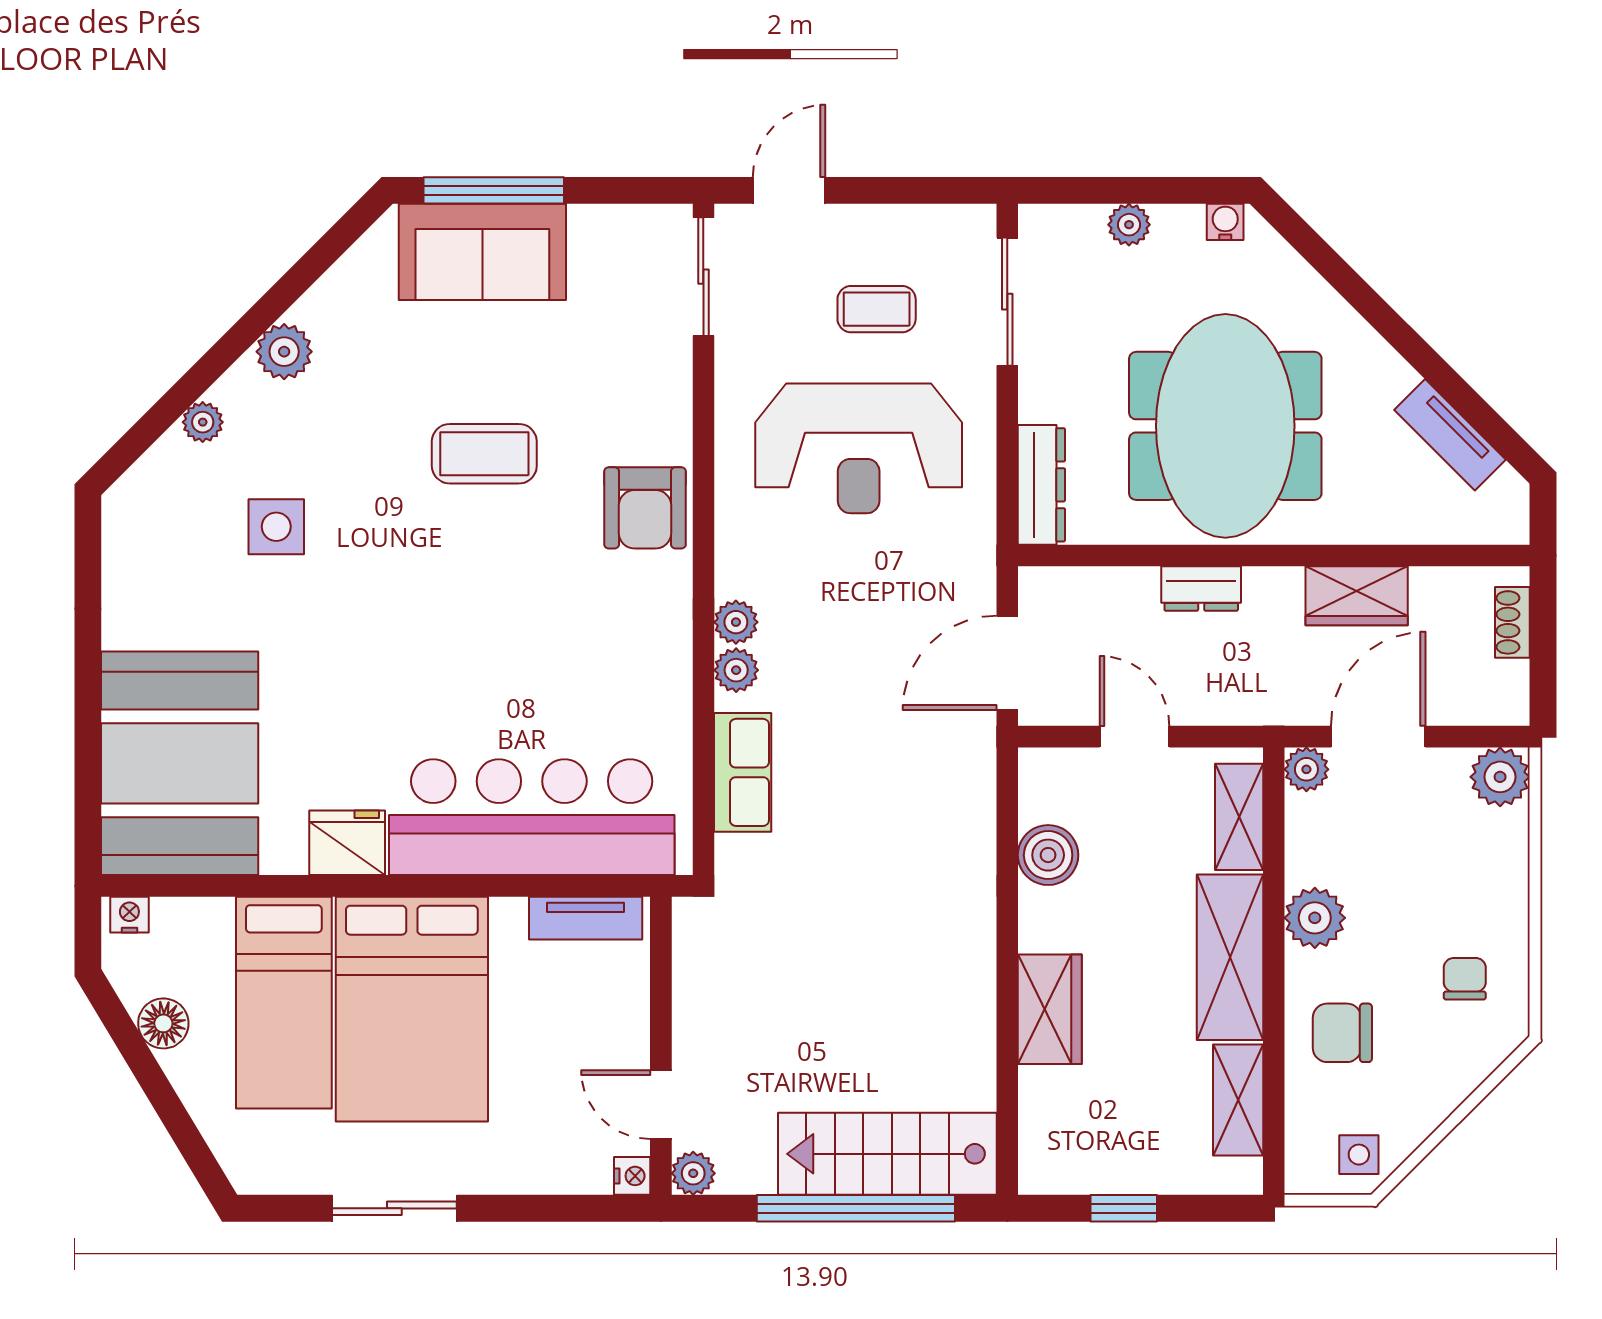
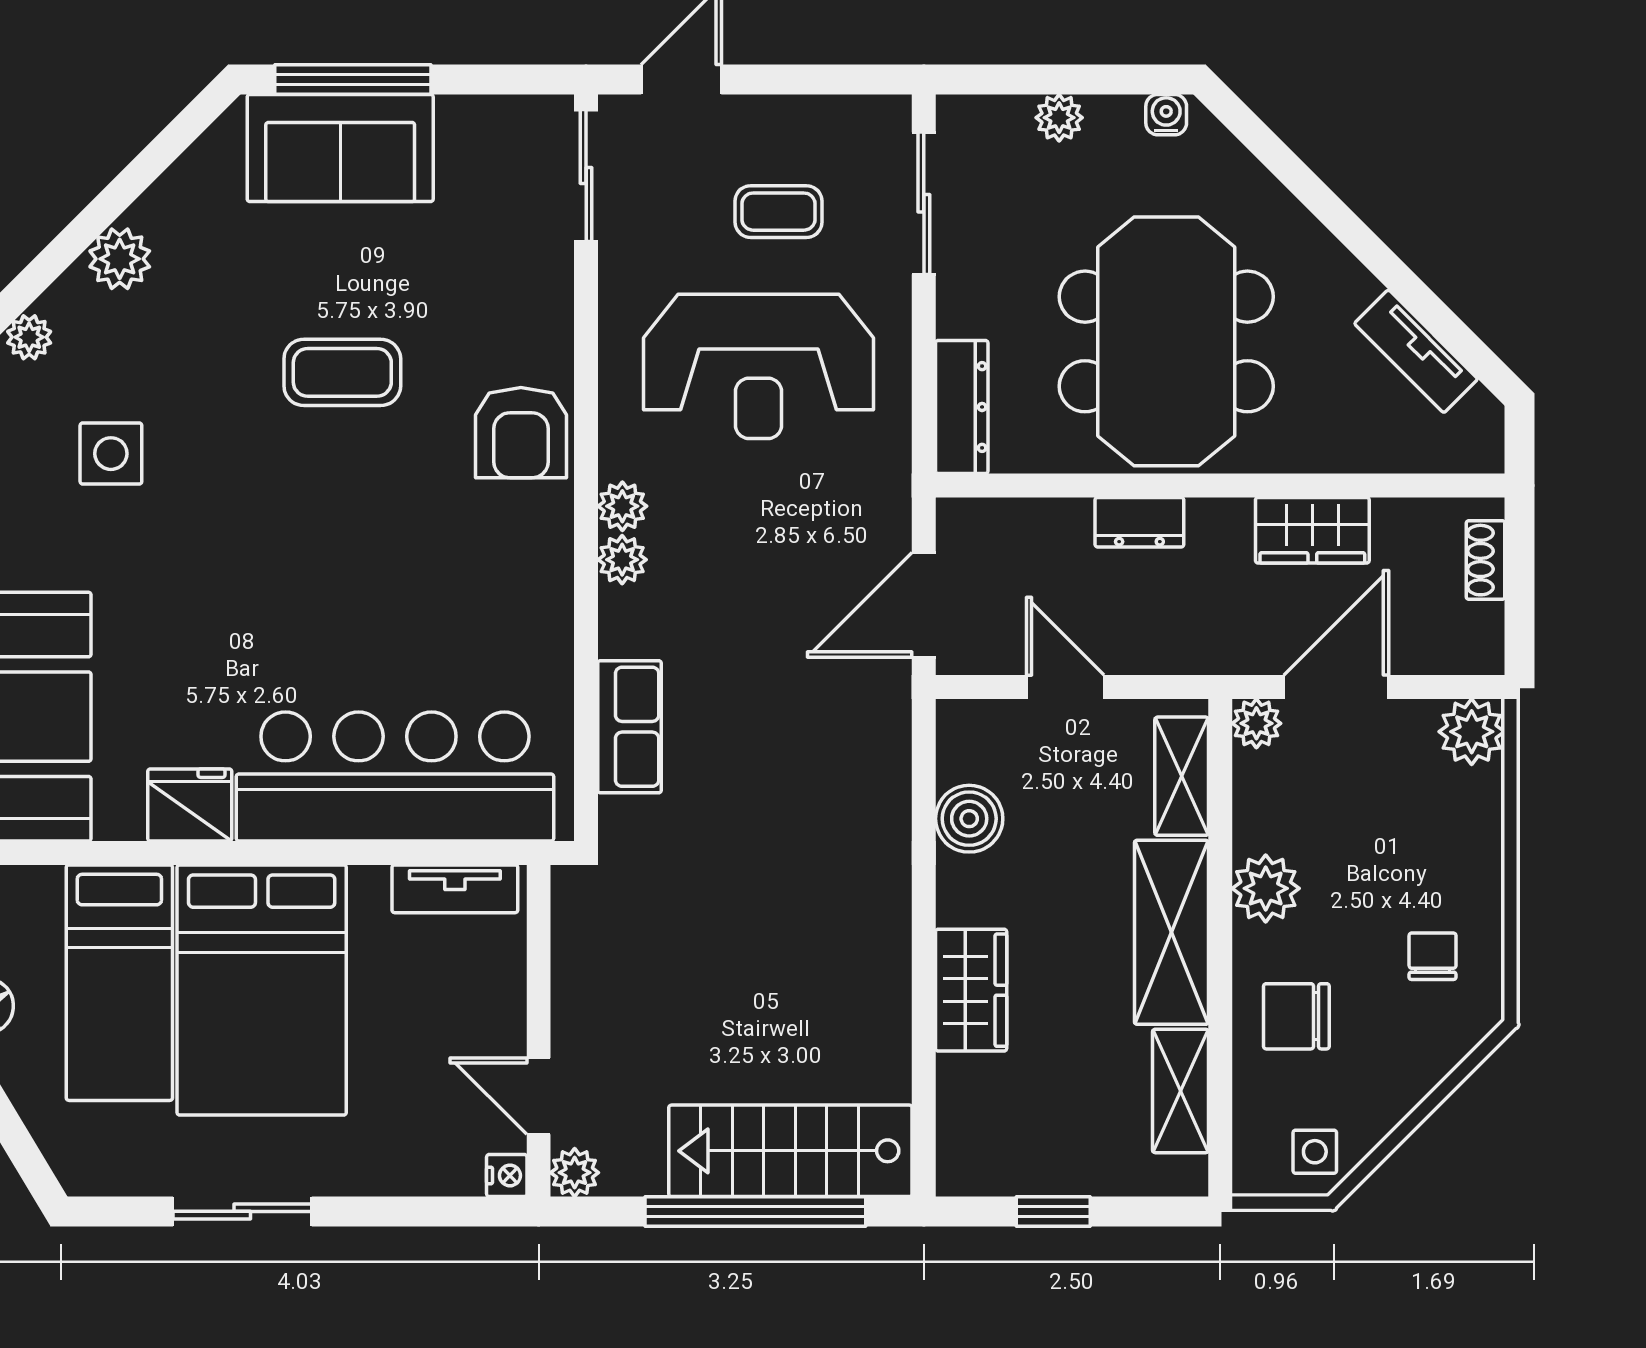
plant: (736, 670) -> (622, 506), moved

